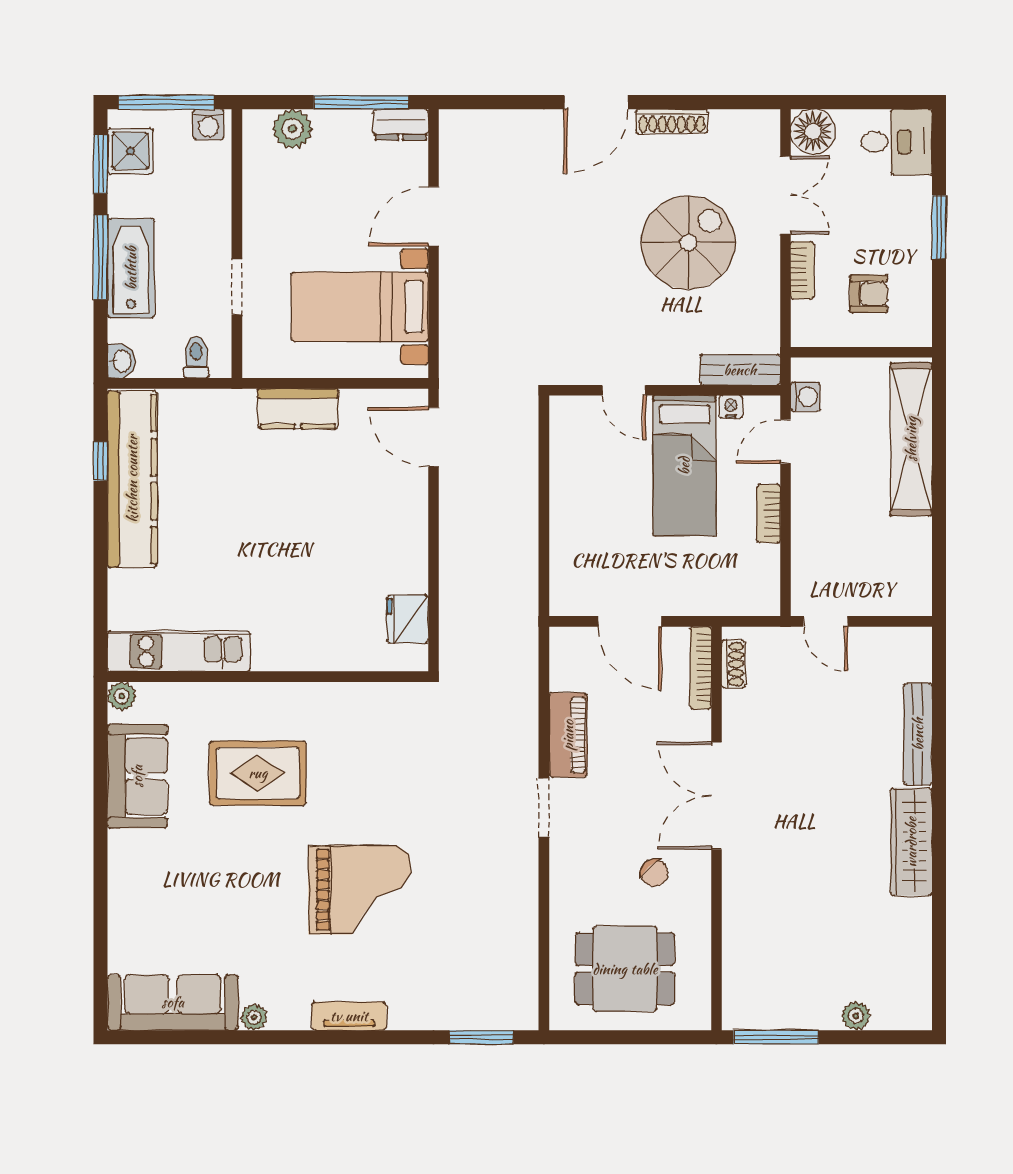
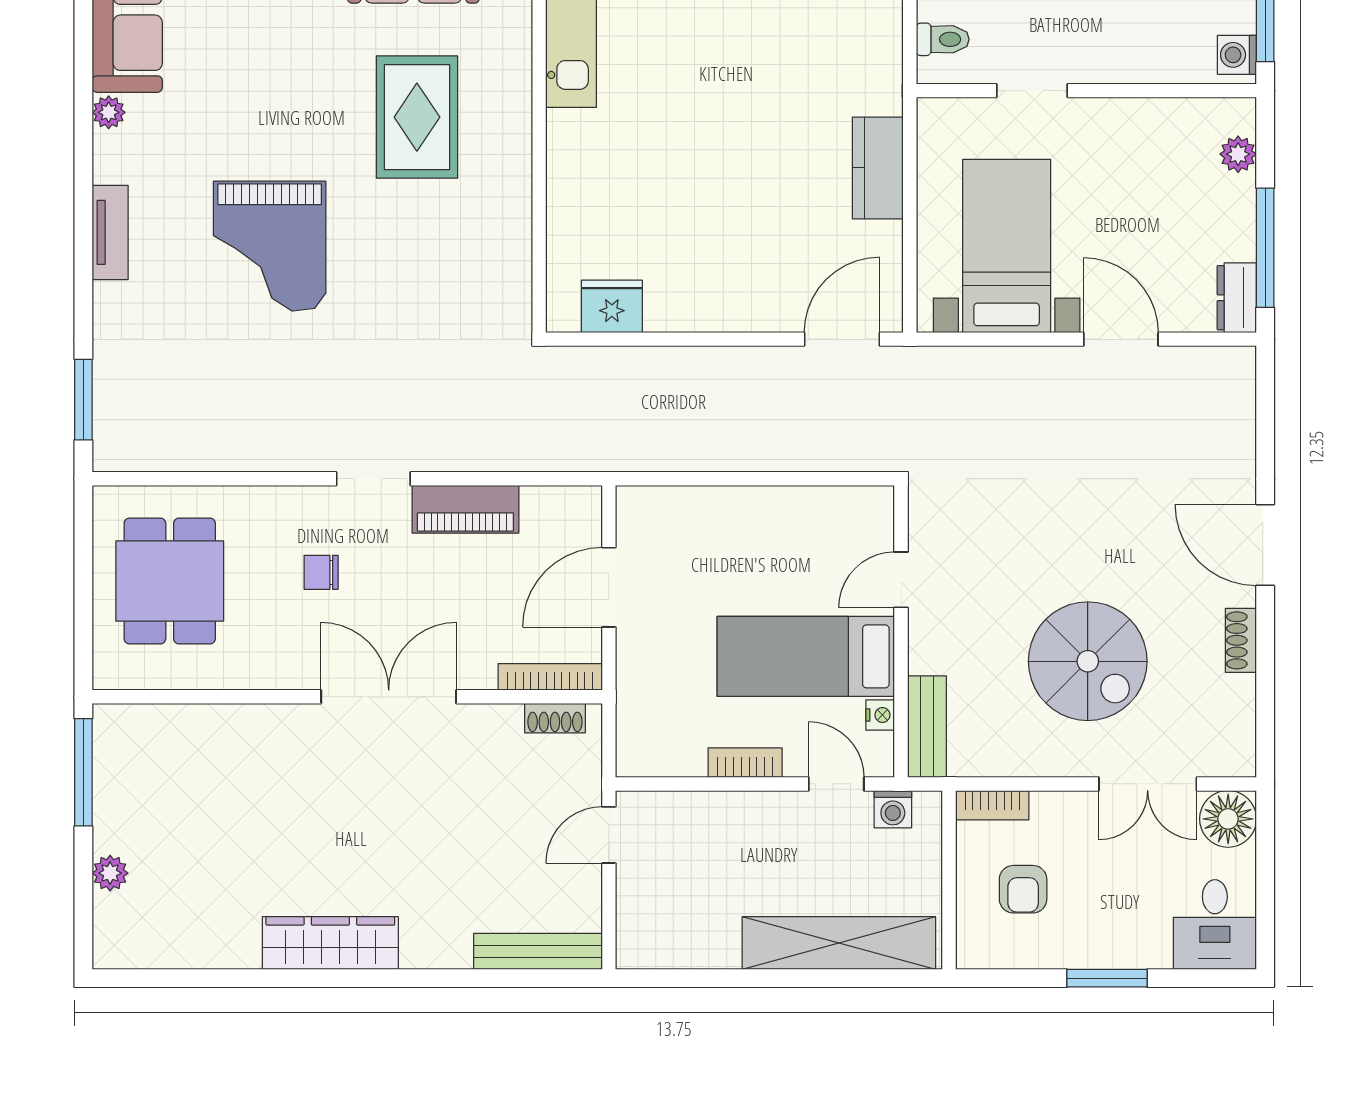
shoe rack: (672, 121) -> (1241, 640), width x0.70
plant: (293, 129) -> (1238, 154), width x0.73, depth x0.73
bookcase: (802, 270) -> (992, 805), moved
bench: (918, 734) -> (538, 951), moved
chair: (654, 873) -> (321, 572), moved, turned 43

